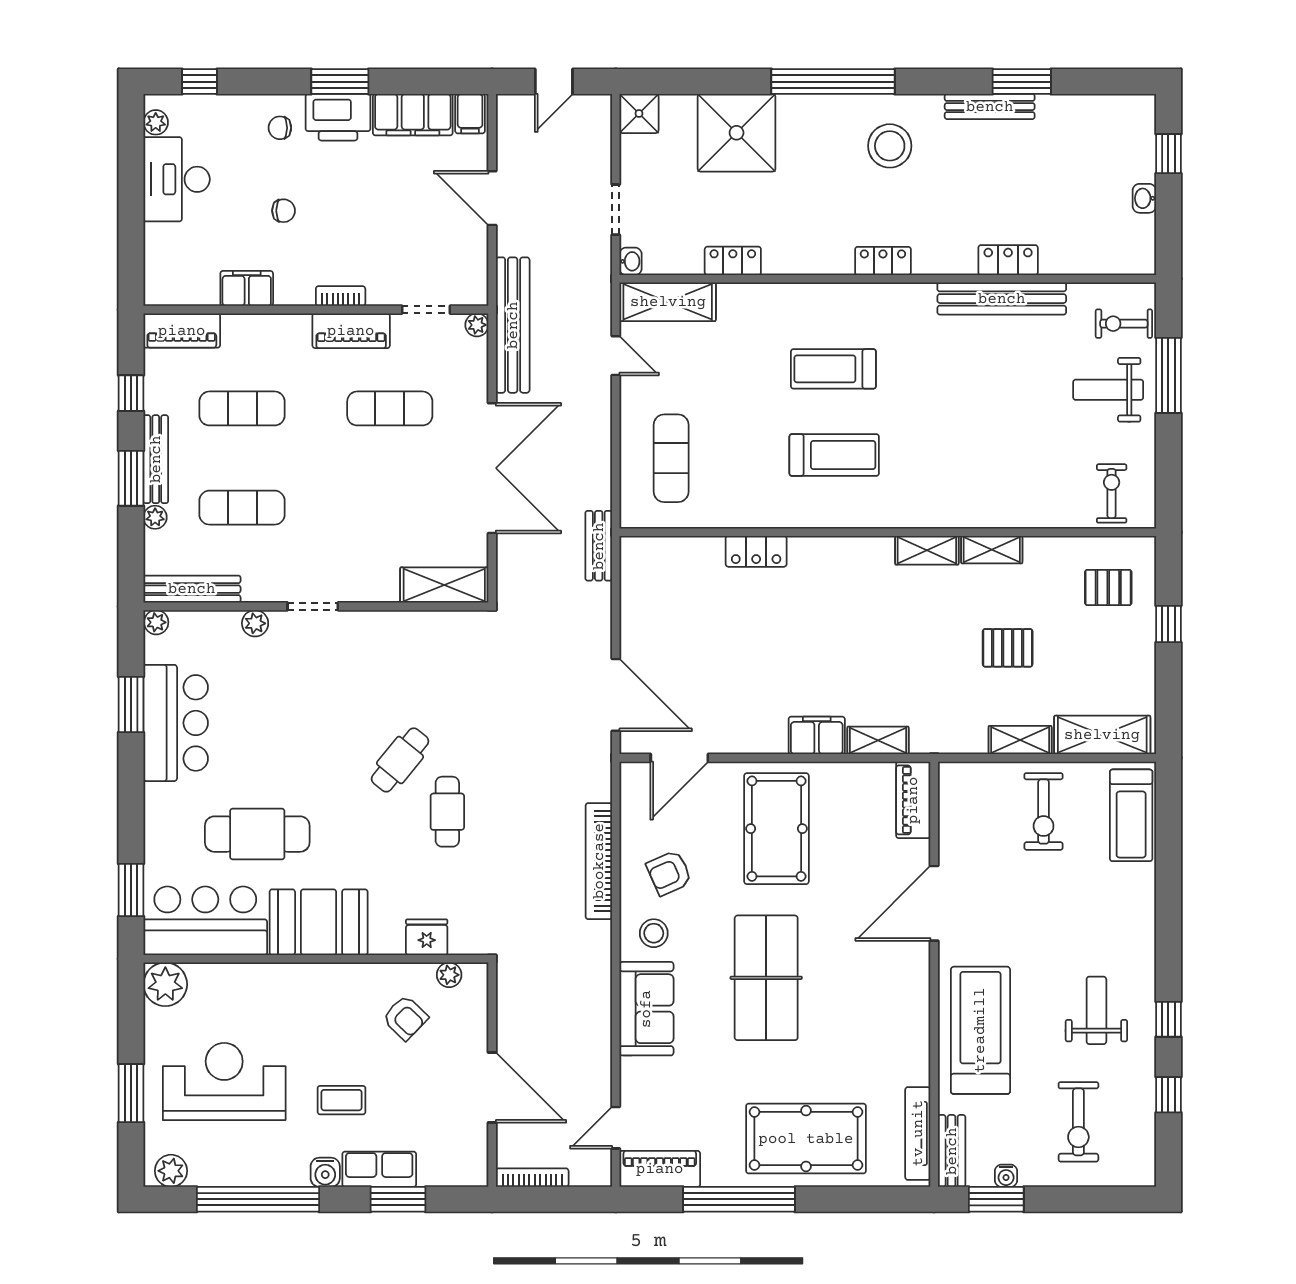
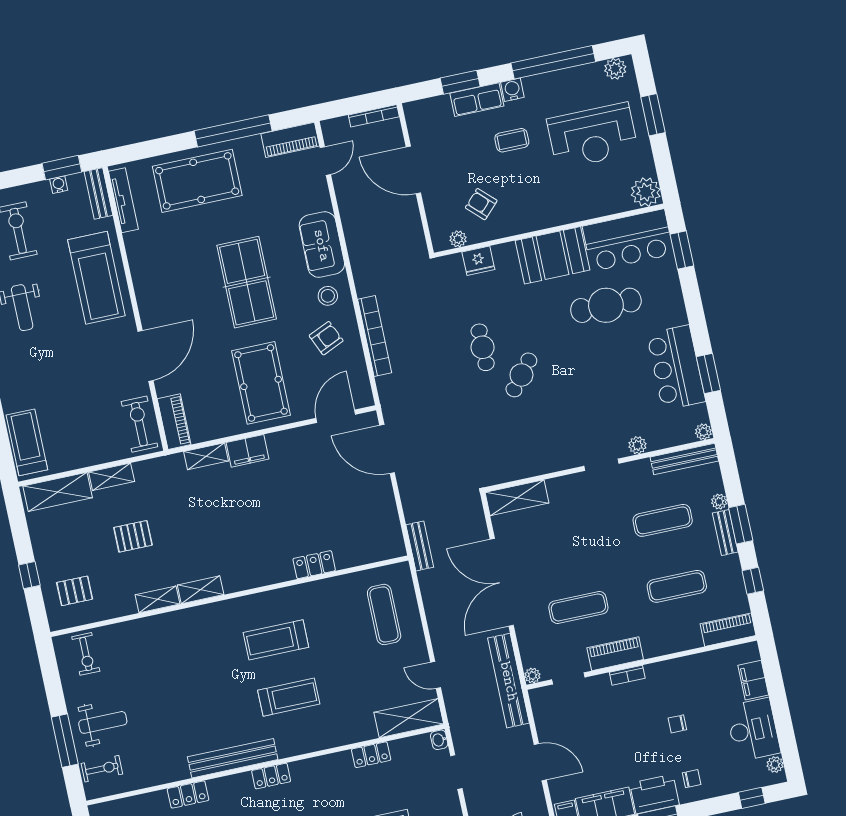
filing cabinet: (247, 288) -> (753, 680), moved, turned 90
bench: (1002, 299) -> (233, 758), moved
bench: (156, 459) -> (725, 533), width x0.73
exercise bike: (1044, 811) -> (139, 424), moved

